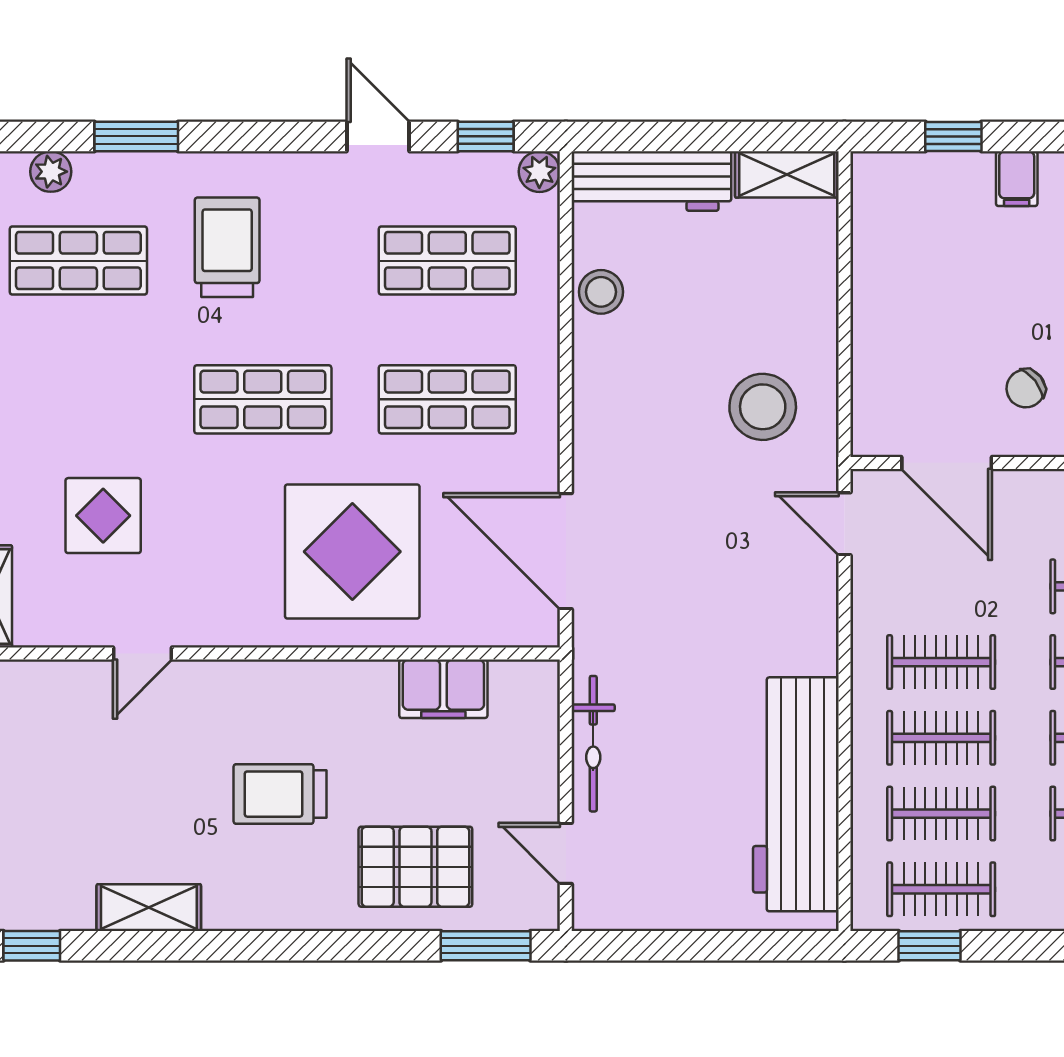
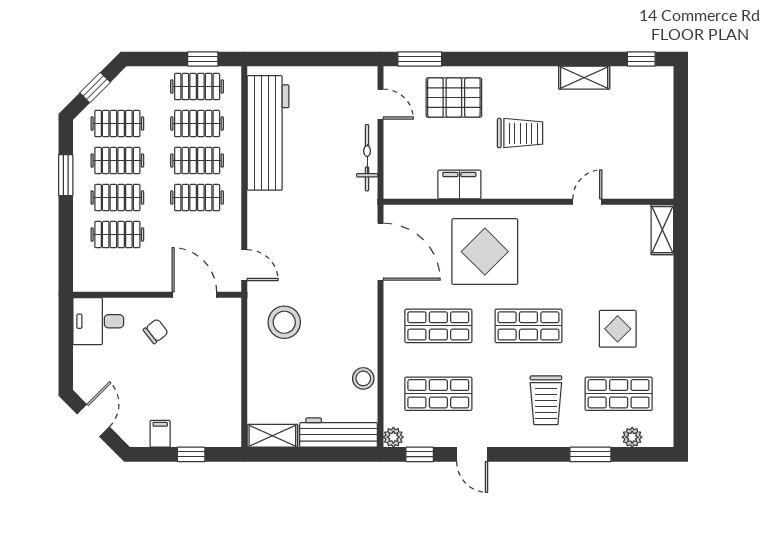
display table: (103, 516) -> (618, 329), moved
filing cabinet: (443, 689) -> (459, 185), moved

